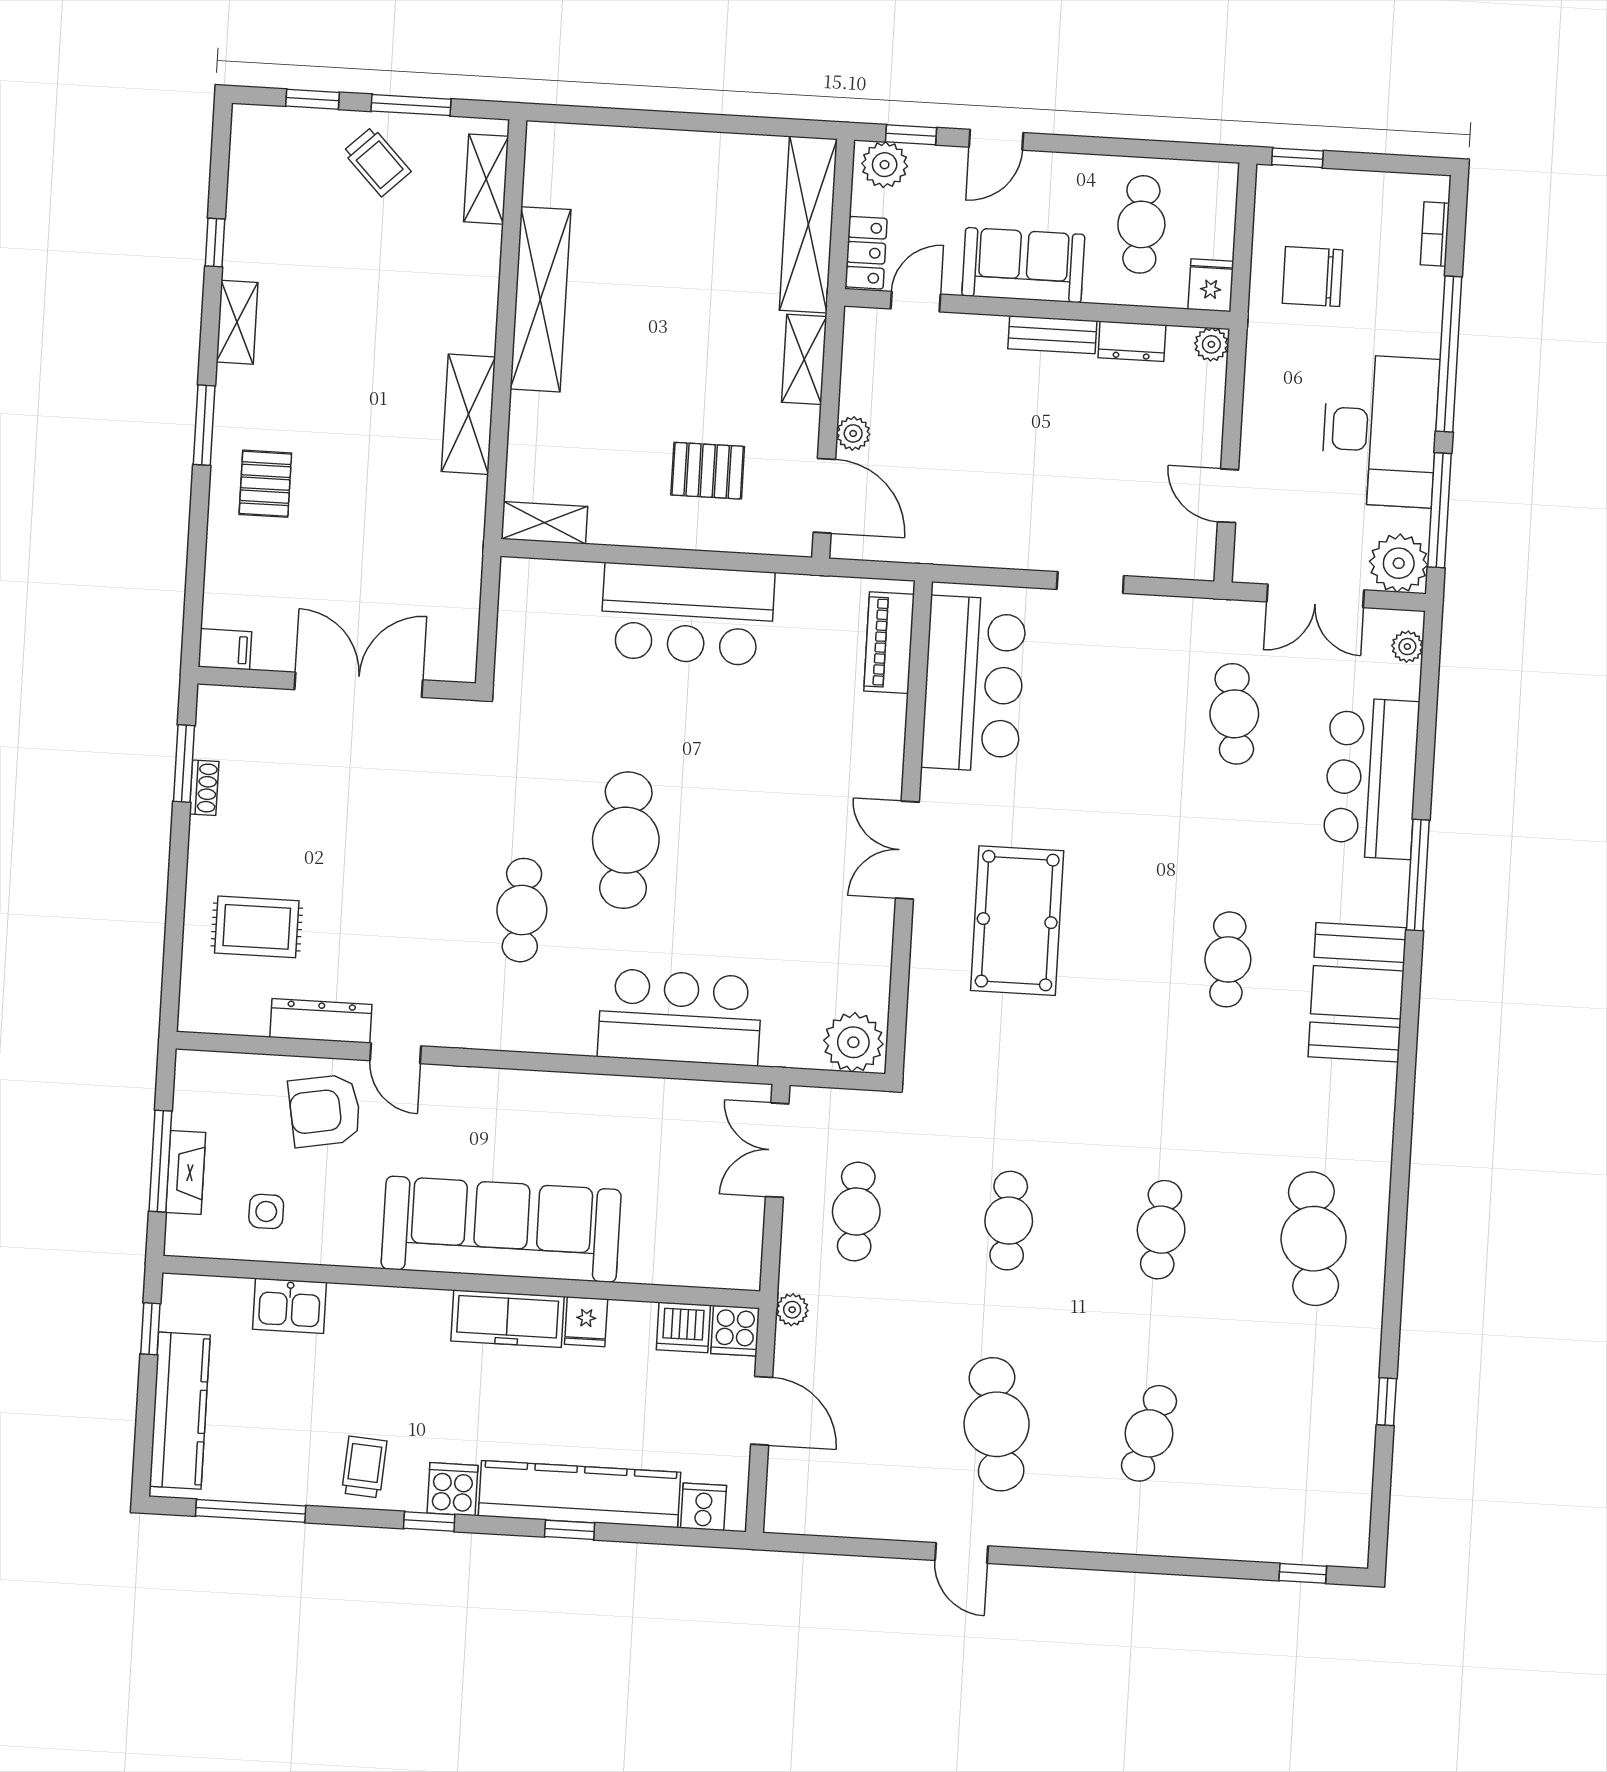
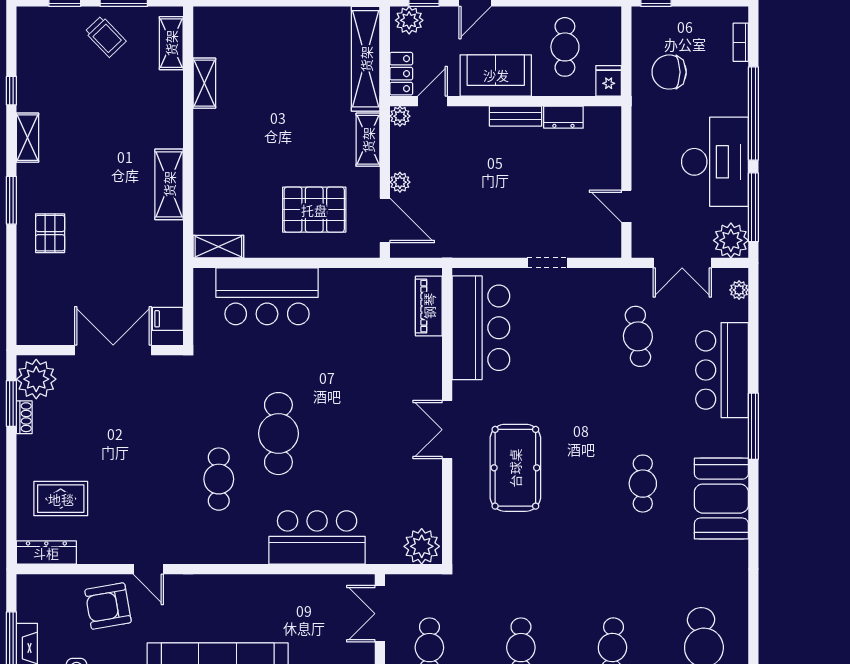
shelving: (540, 299) -> (204, 83), width x0.45, depth x0.75
plant: (1211, 344) -> (400, 116), moved
pallet: (708, 471) -> (314, 210), width x1.50, depth x1.42
bar counter: (687, 614) -> (267, 296), moved
filing cabinet: (225, 649) -> (168, 319), moved, turned 180
plant: (228, 725) -> (36, 379), added
dresser: (321, 1021) -> (46, 553), moved

